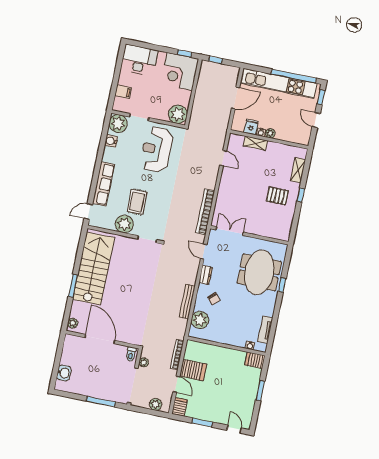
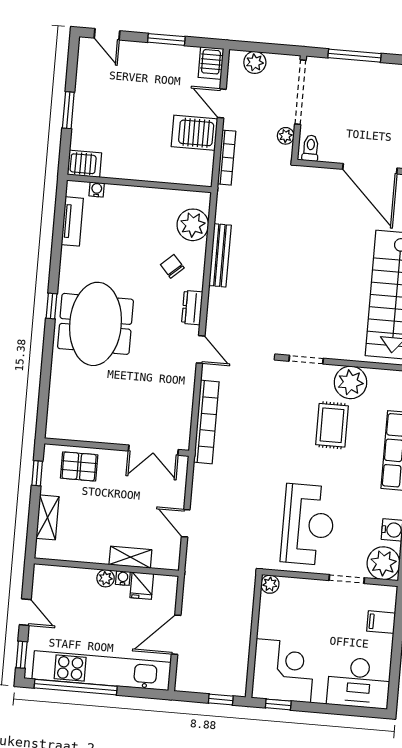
plant: (178, 114) -> (270, 584), width x0.53, depth x0.53
double door: (230, 231) -> (153, 450), moved
wall: (249, 235) -> (117, 447), moved

